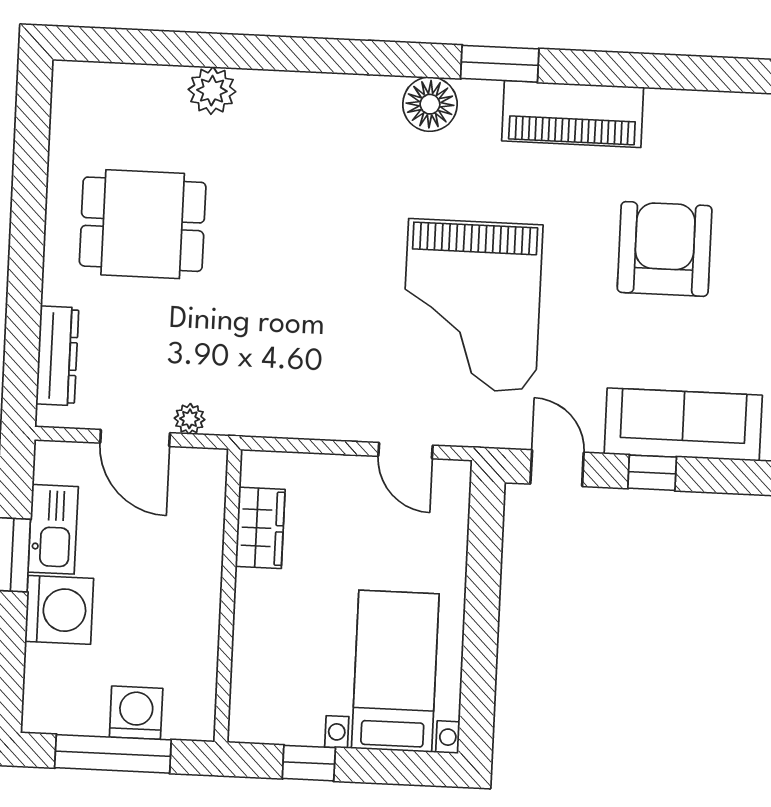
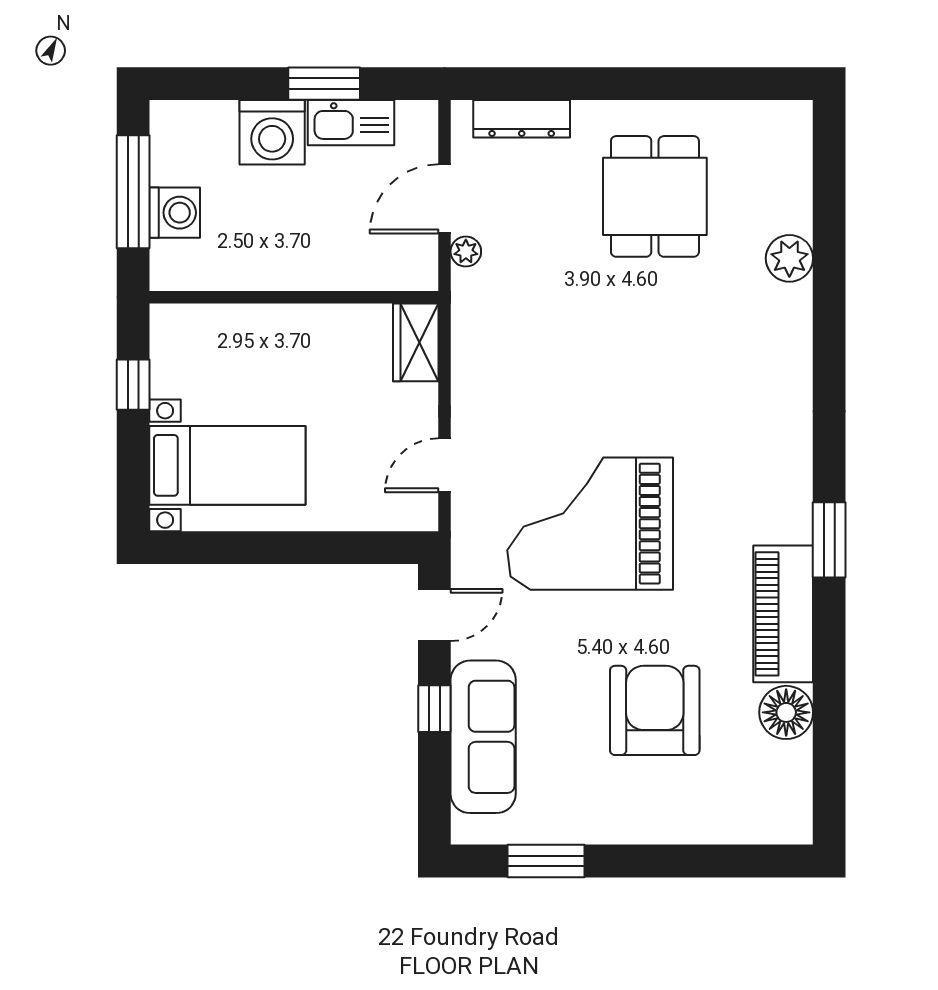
floor lamp: (430, 104) -> (786, 712), moved
armchair: (665, 249) -> (655, 710), turned -90
wardrobe: (260, 528) -> (416, 342), moved, turned 90

